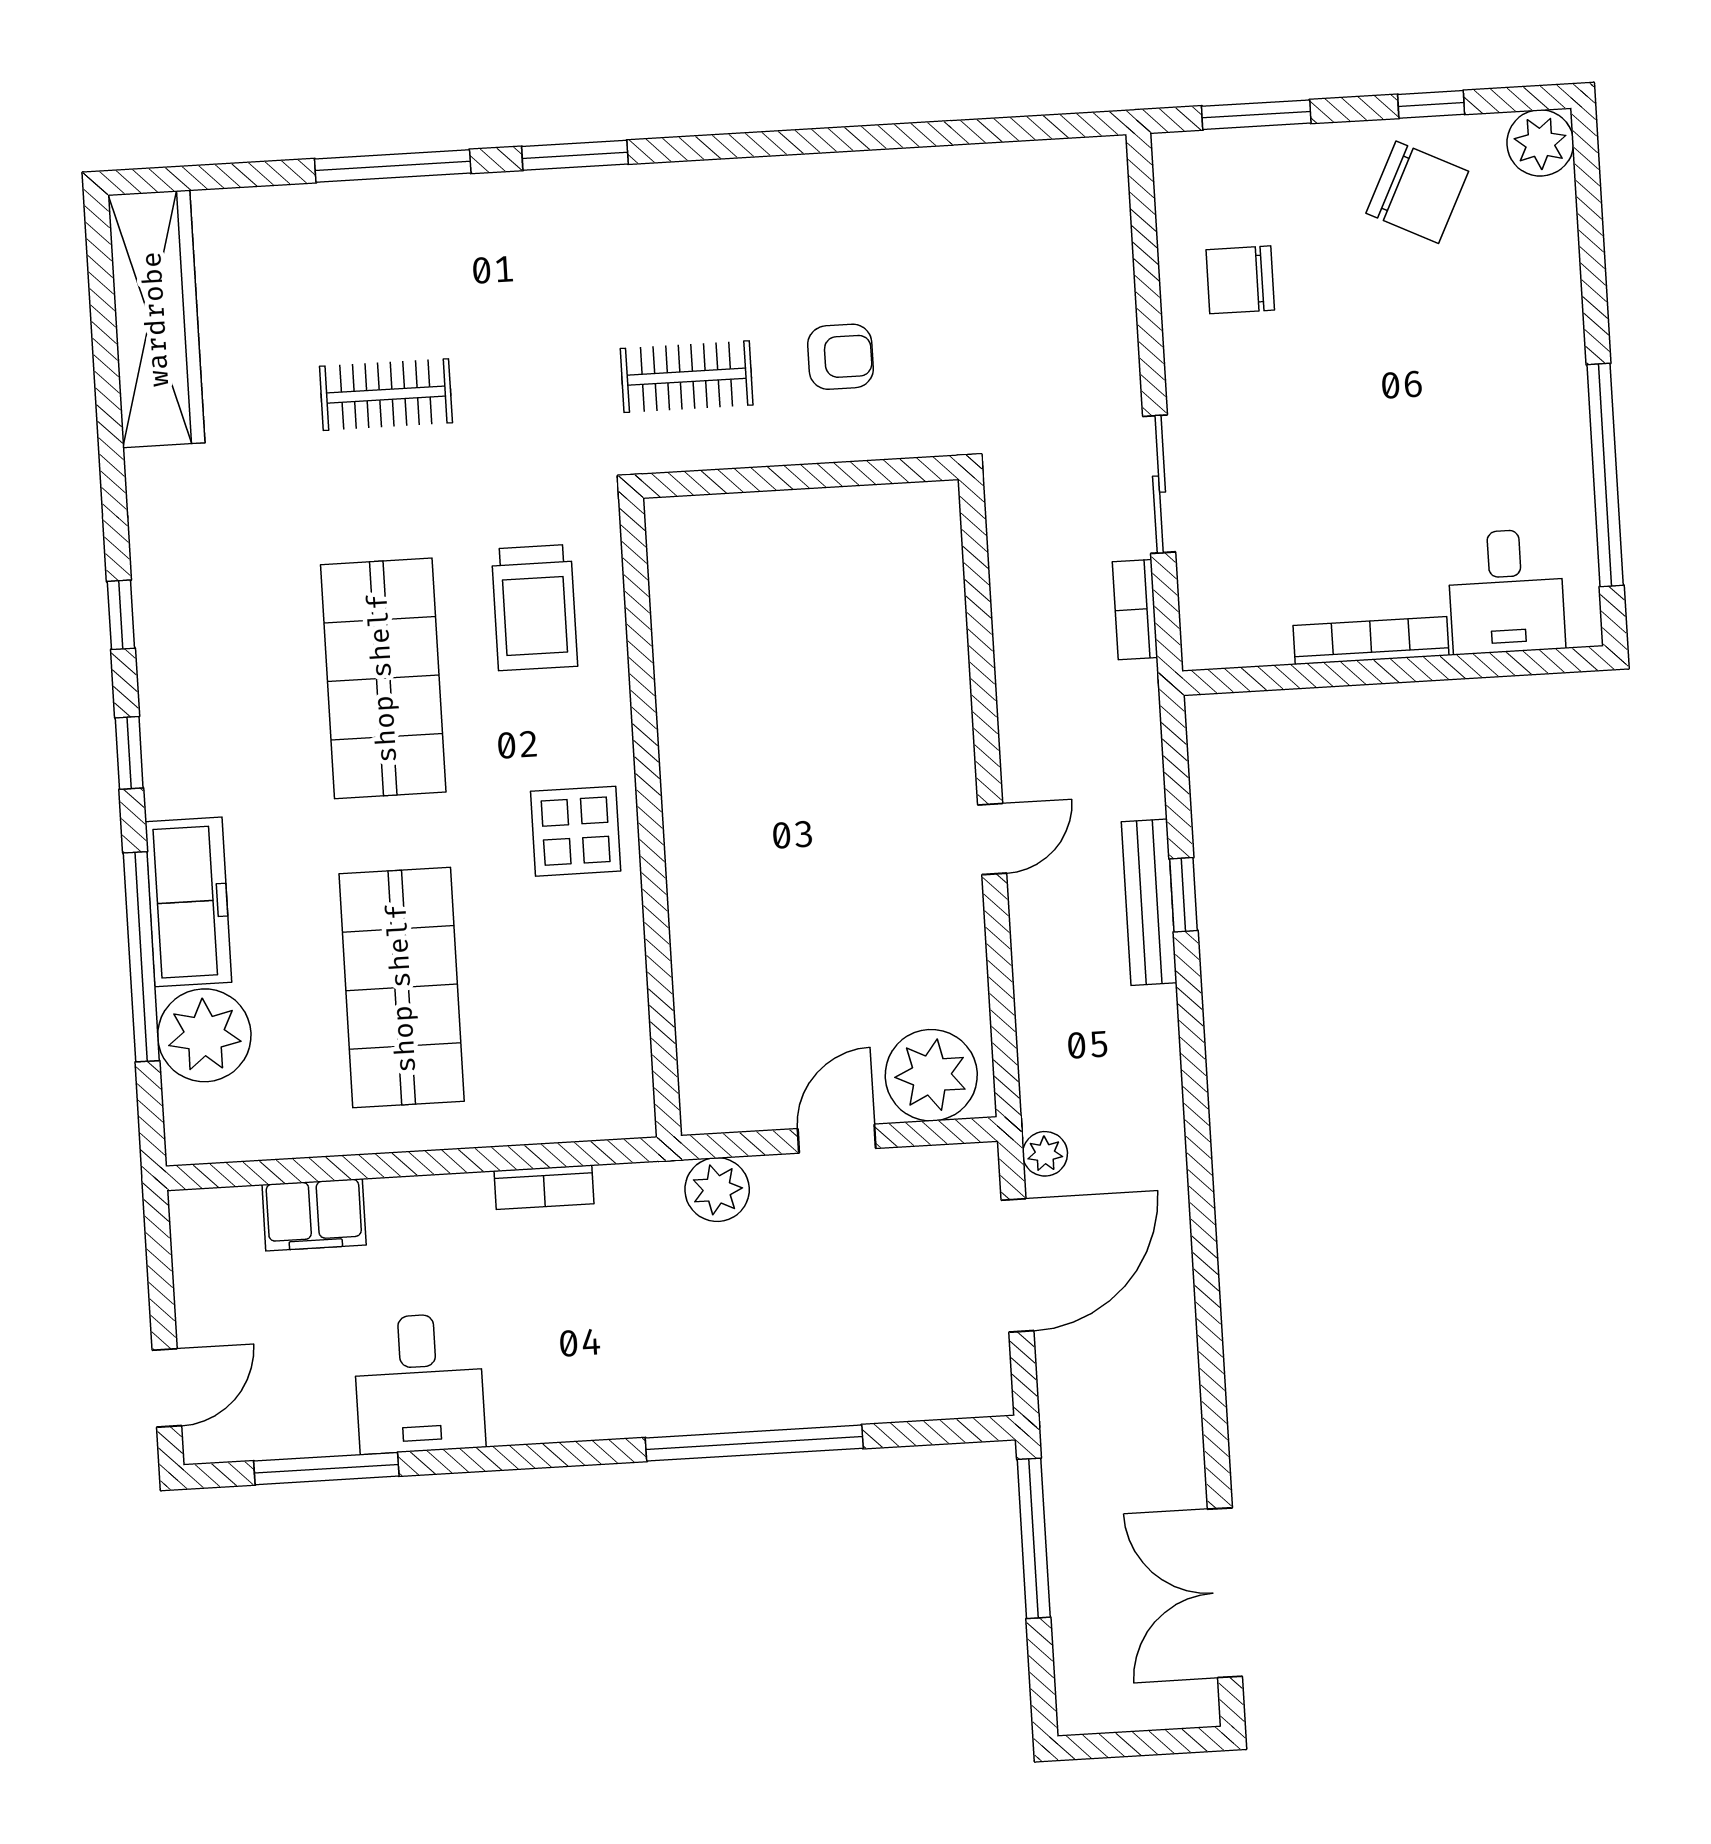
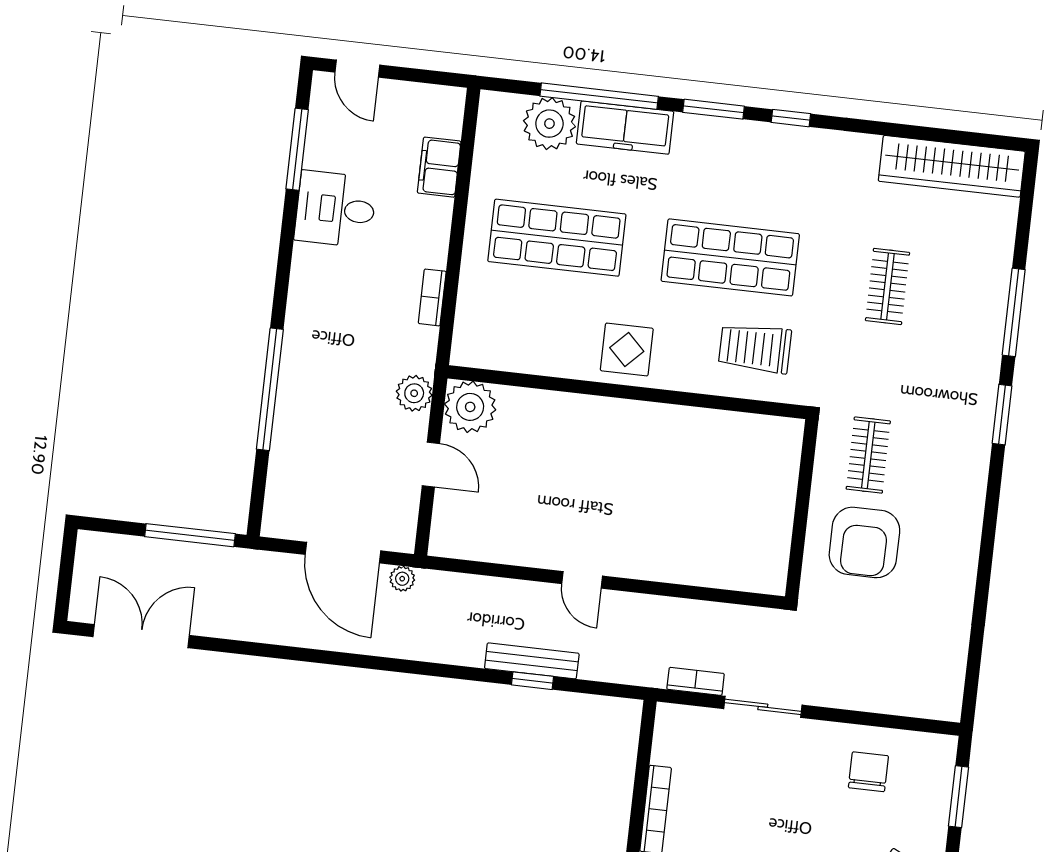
armchair: (841, 357) -> (864, 542), width x1.88, depth x1.88
window: (129, 753) -> (713, 109), width x1.50
plant: (931, 1075) -> (470, 407), moved

